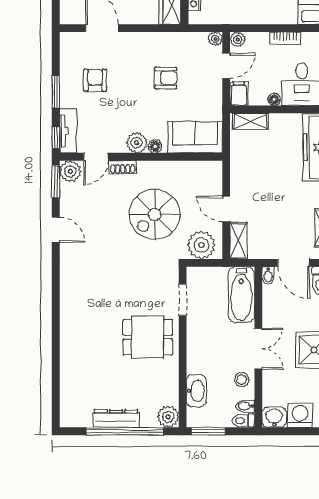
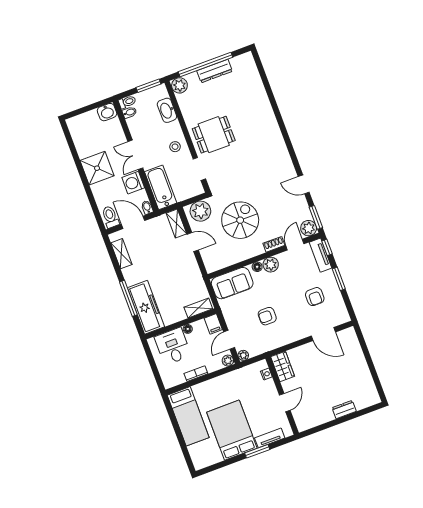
stool: (242, 380) -> (175, 147), moved
washing machine: (300, 415) -> (133, 183), moved, turned 90

